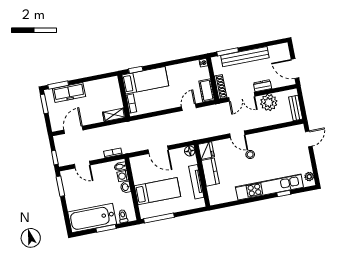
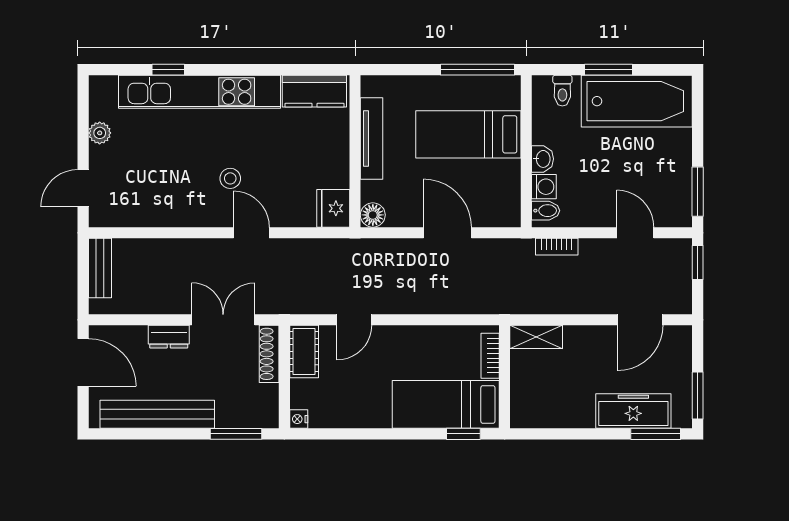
bench: (245, 57) -> (157, 414), moved
plant: (269, 102) -> (162, 294), removed
kitchen counter: (210, 172) -> (314, 91), moved, turned -90
plant: (309, 177) -> (100, 133), moved

